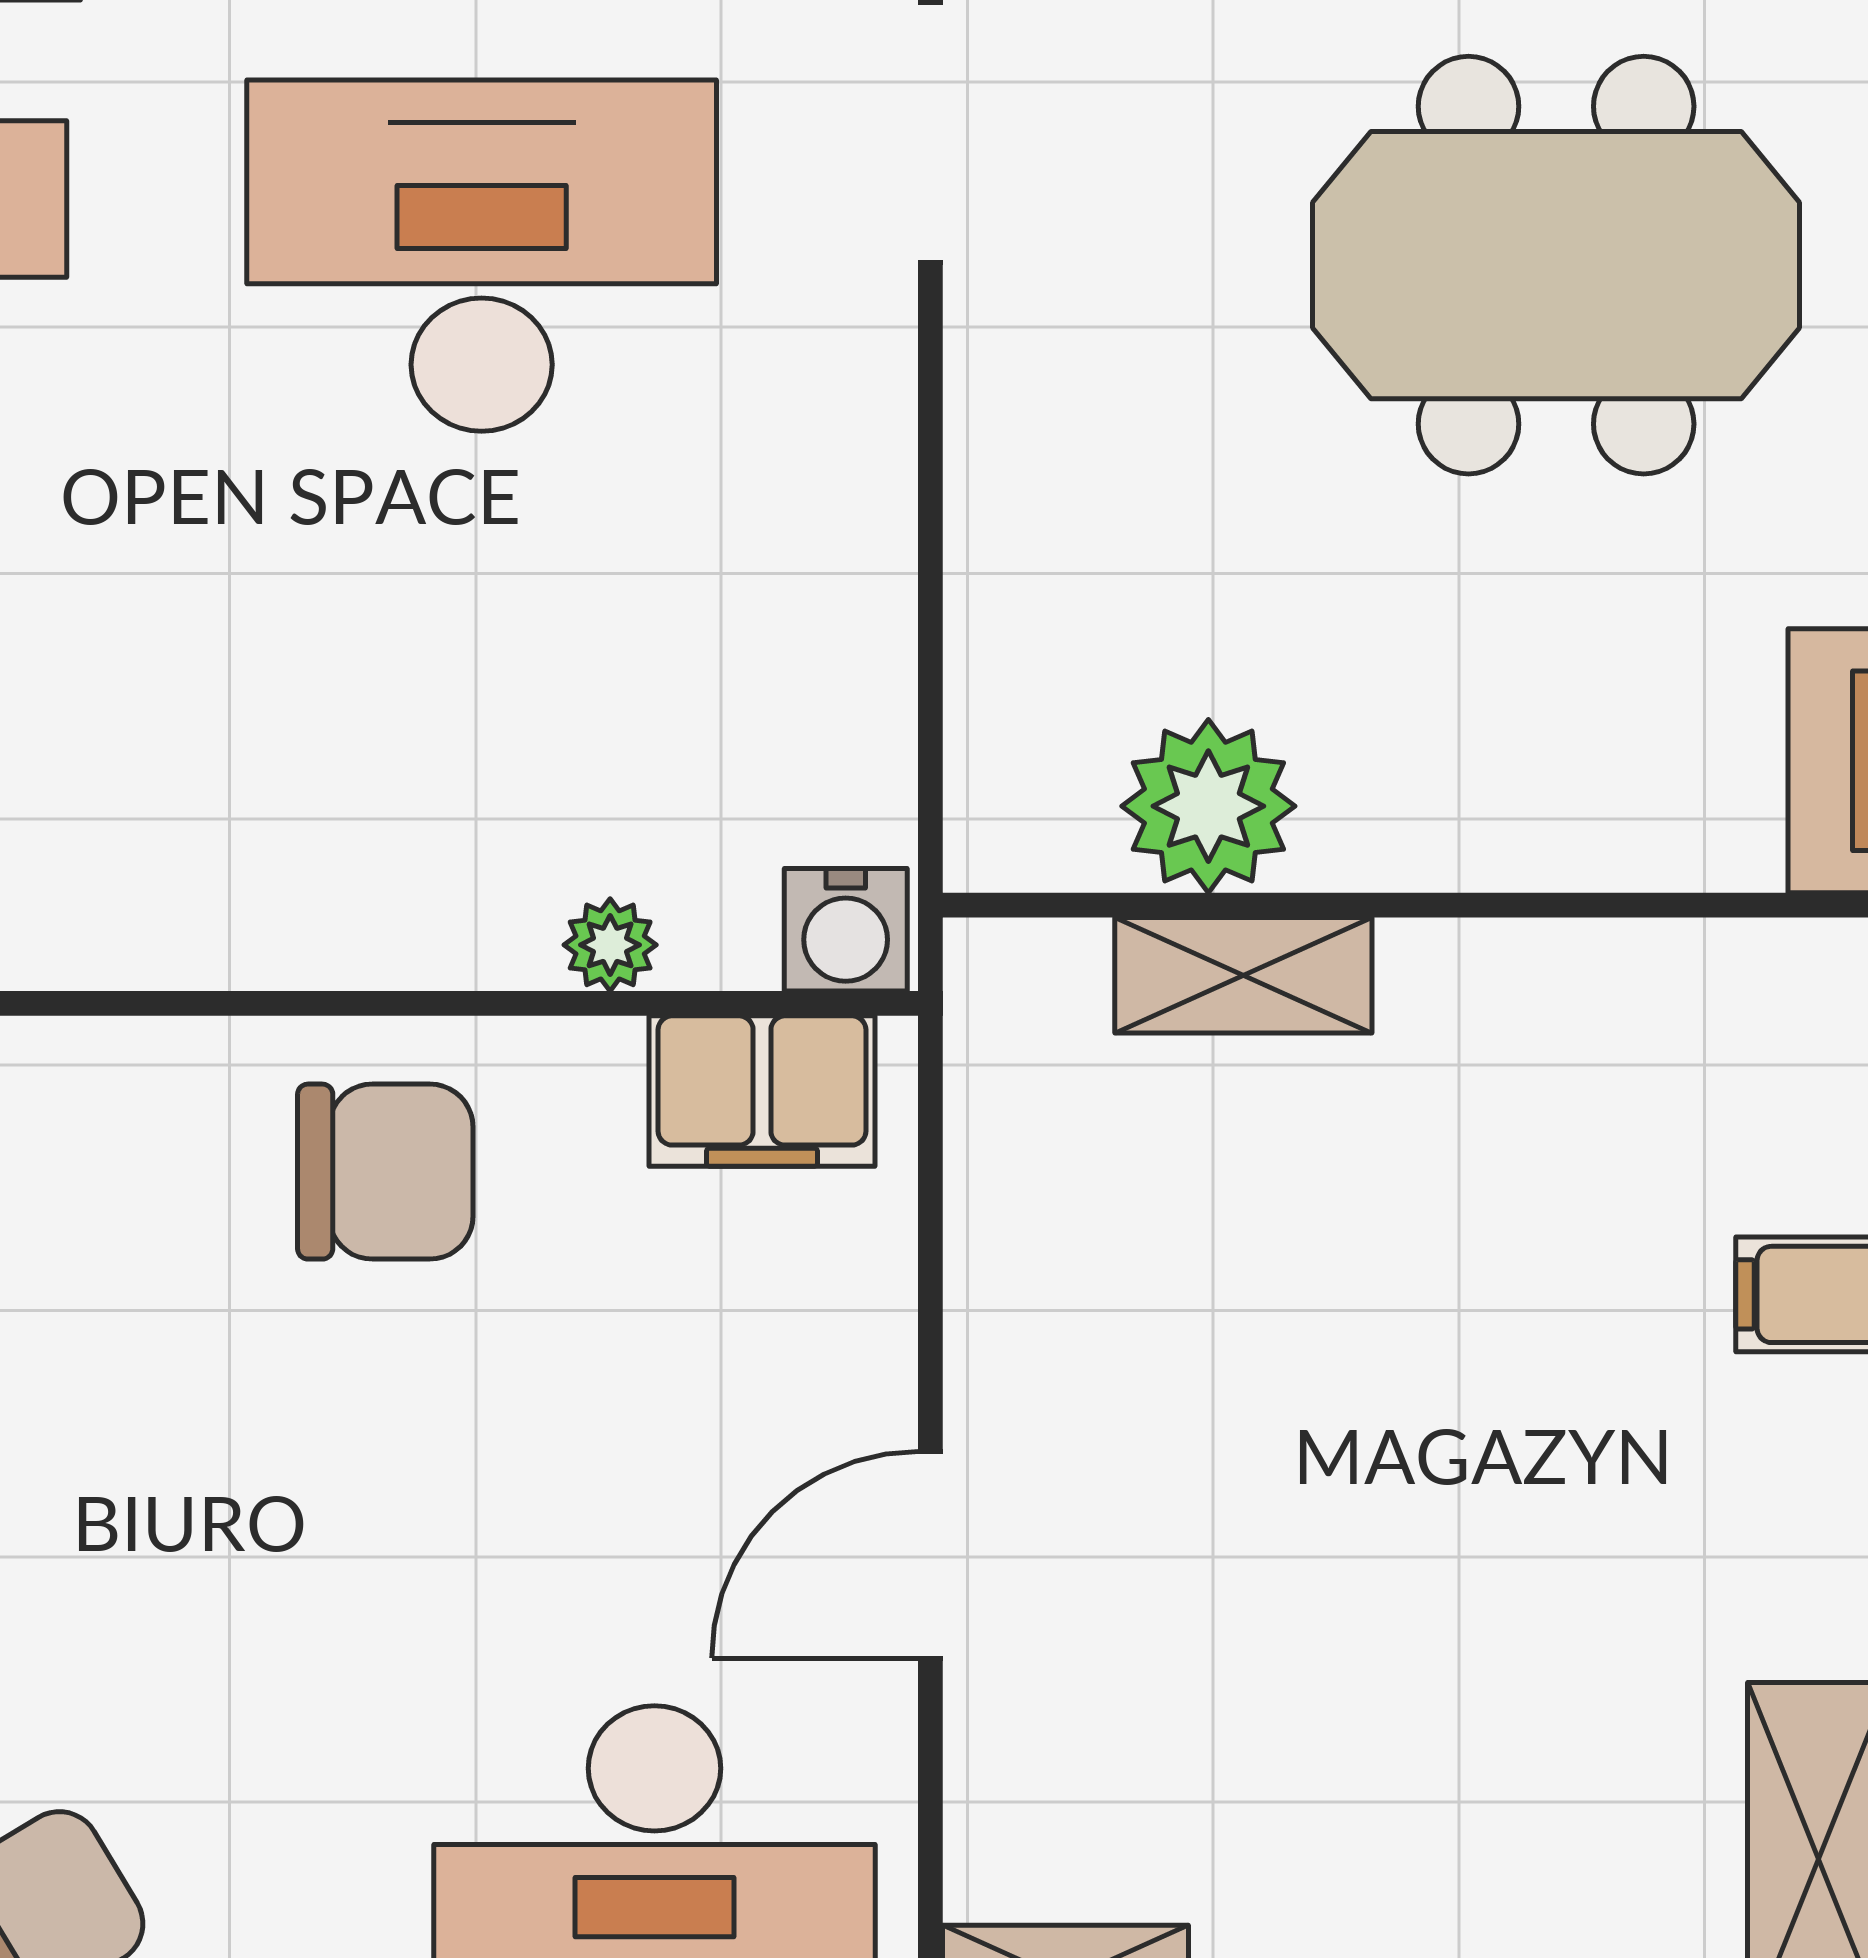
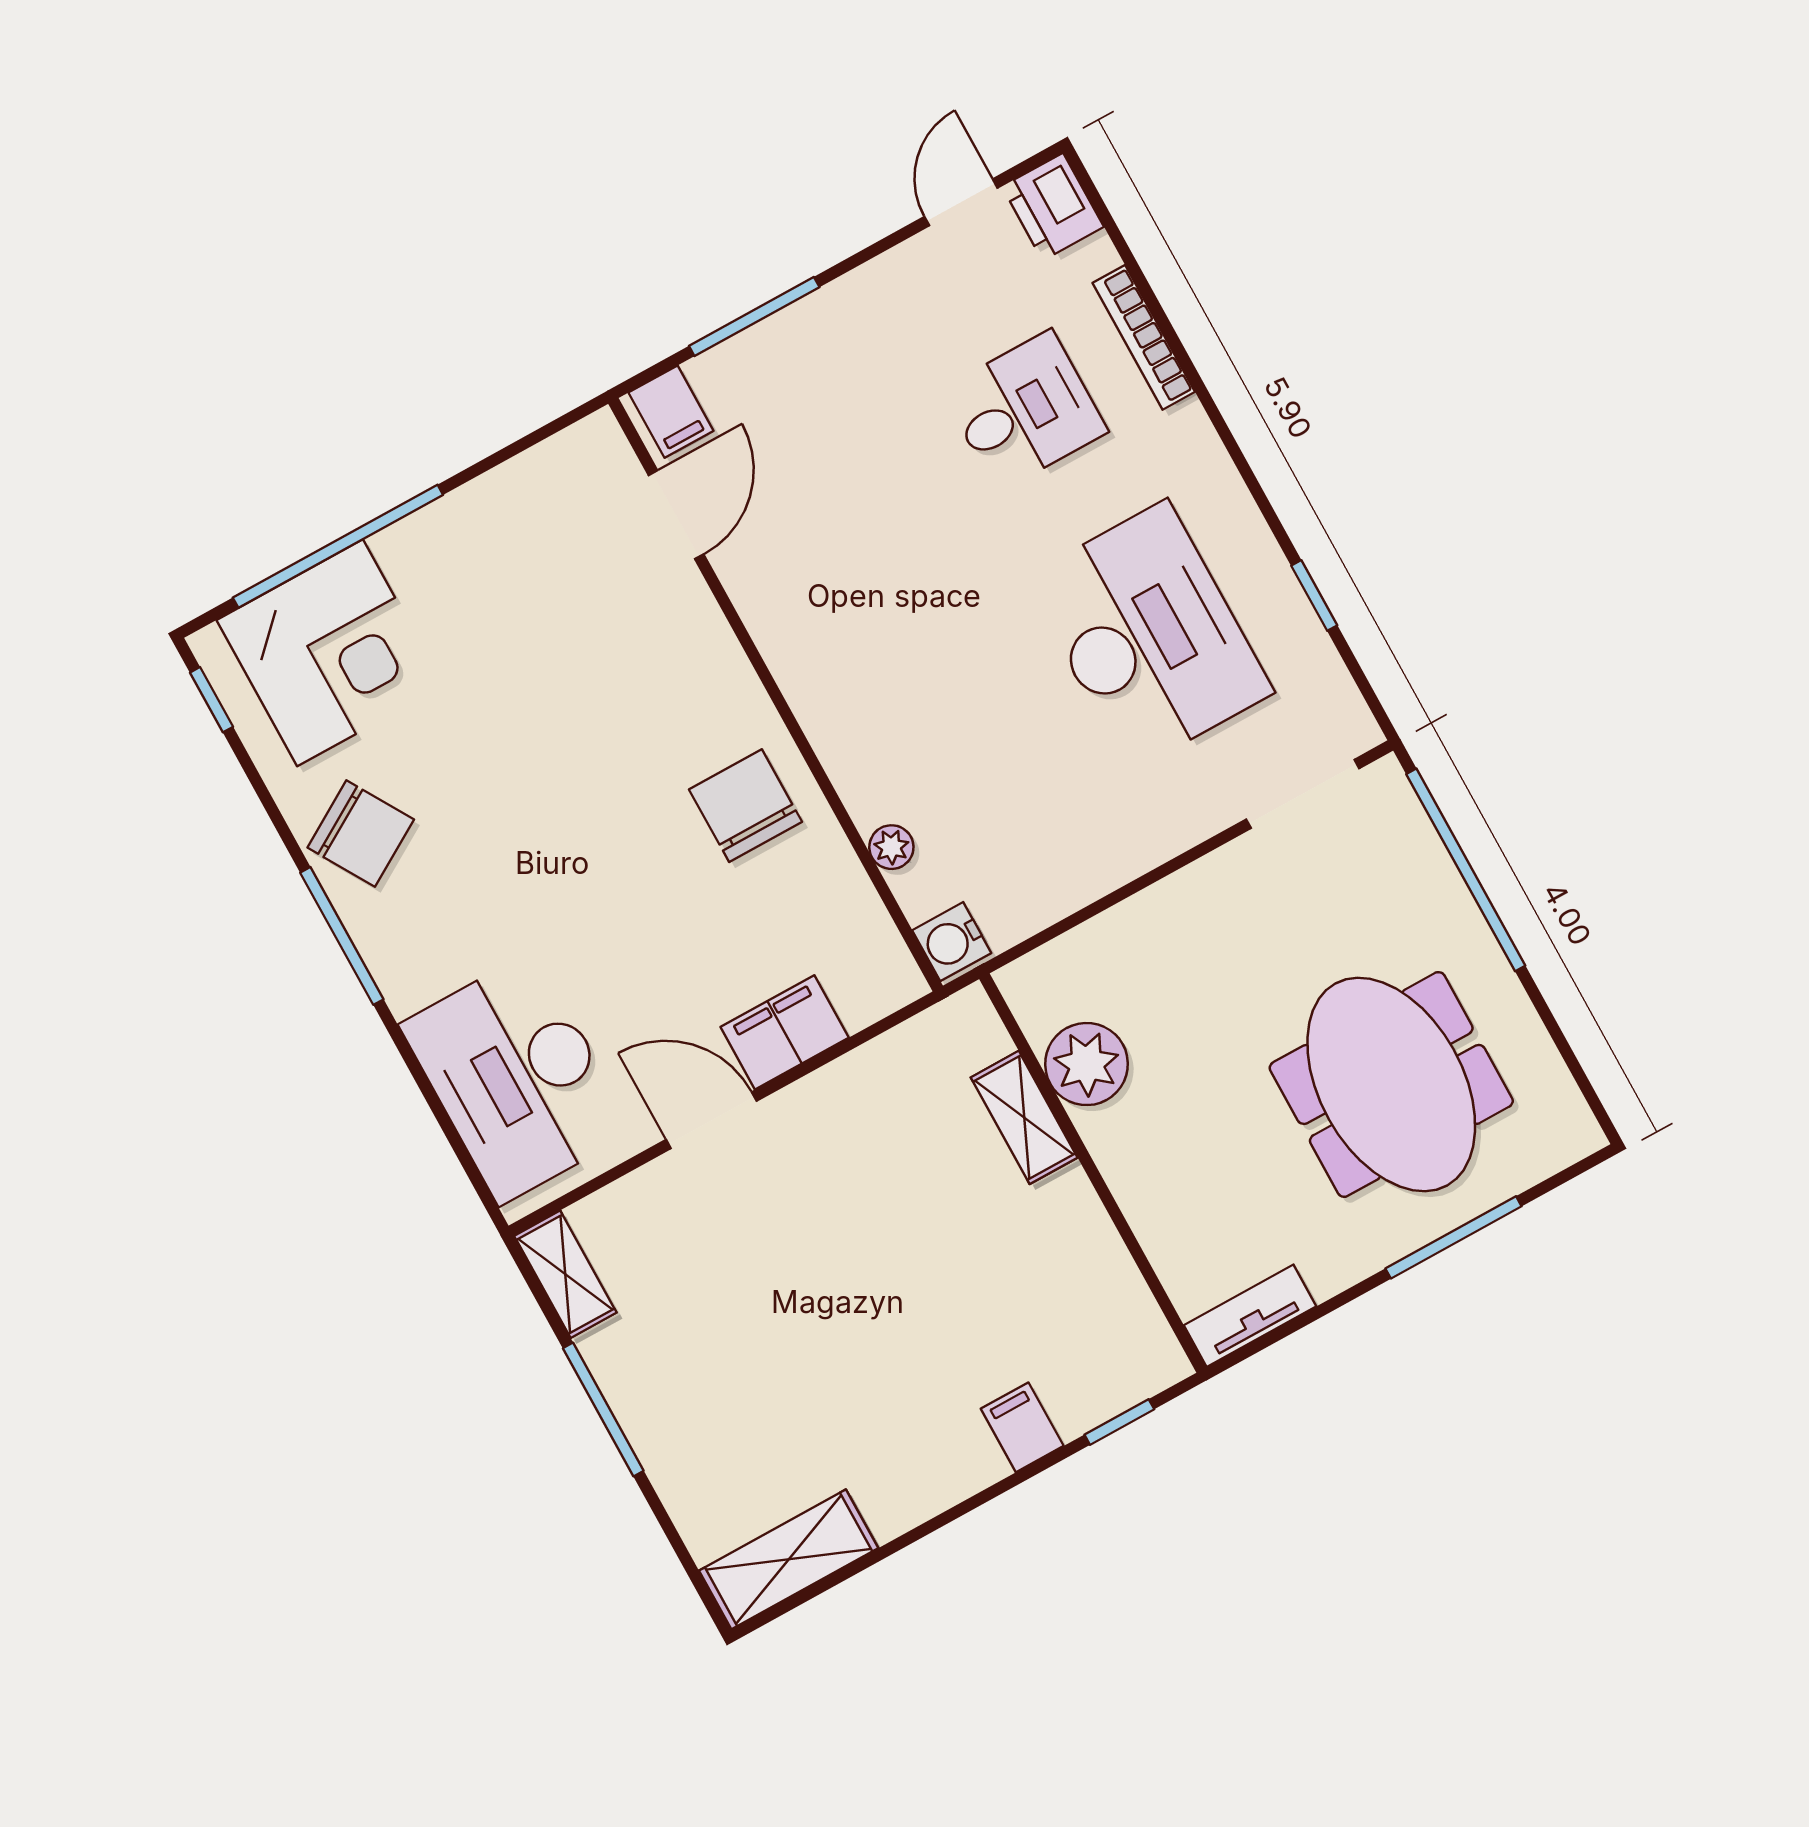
filing cabinet: (762, 1091) -> (785, 1032), moved, turned 90
chair: (385, 1172) -> (746, 806), turned 180

